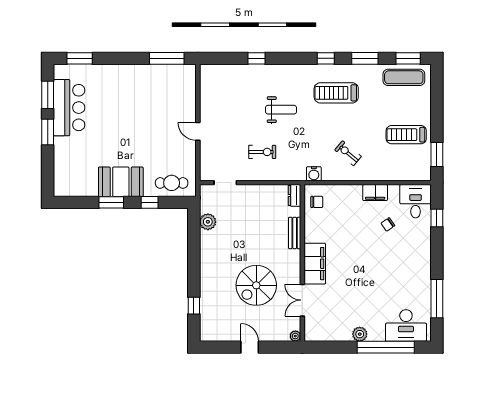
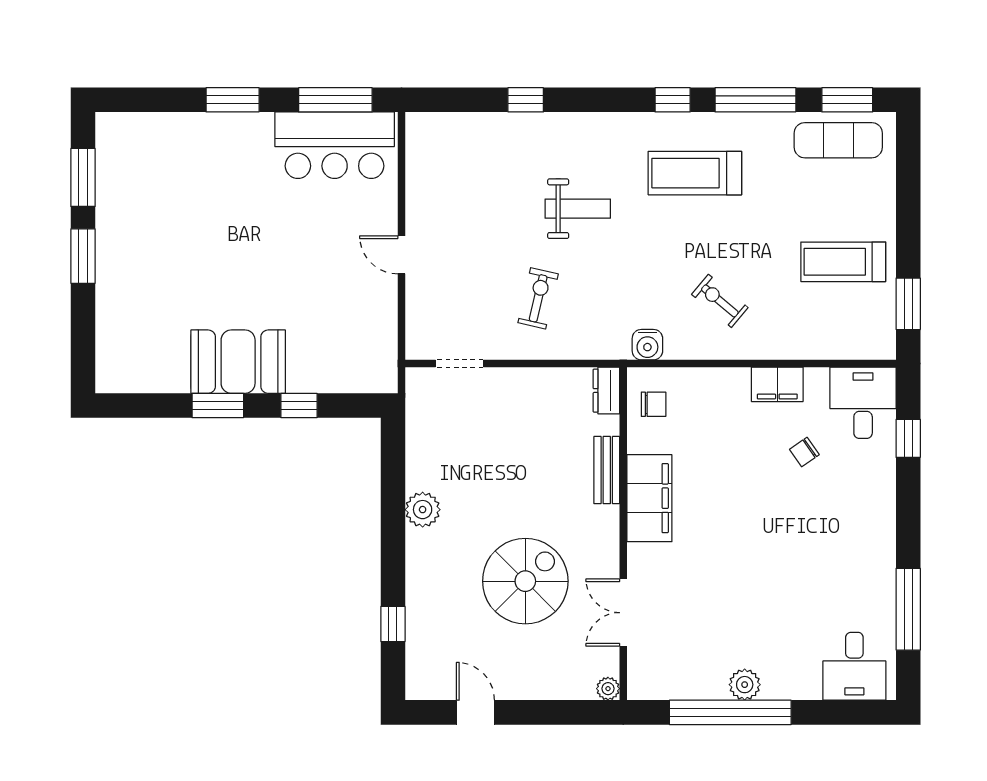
window: (80, 58) -> (233, 100), moved
window: (365, 58) -> (755, 100), width x1.44
bar counter: (69, 108) -> (335, 145), moved, turned 90
exercise bike: (262, 152) -> (538, 298), turned -77
cafe table: (172, 183) -> (346, 364), removed
plant: (208, 222) -> (423, 510), moved
filing cabinet: (315, 264) -> (649, 498), moved
spiral stairs: (256, 285) -> (525, 581), turned 180
desk: (406, 326) -> (854, 666), width x0.73
door: (250, 347) -> (475, 712), moved
window: (386, 347) -> (730, 712), moved

